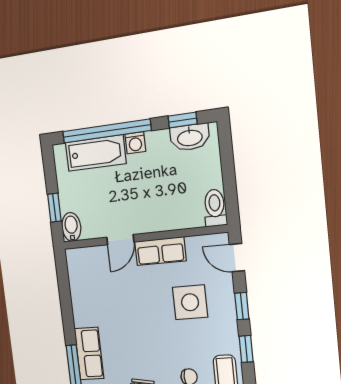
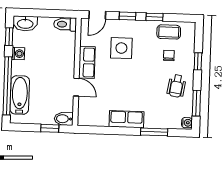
washbasin: (190, 137) -> (25, 23), moved, turned 90
washing machine: (135, 143) -> (18, 54), moved
row of seats: (89, 354) -> (127, 119), moved

